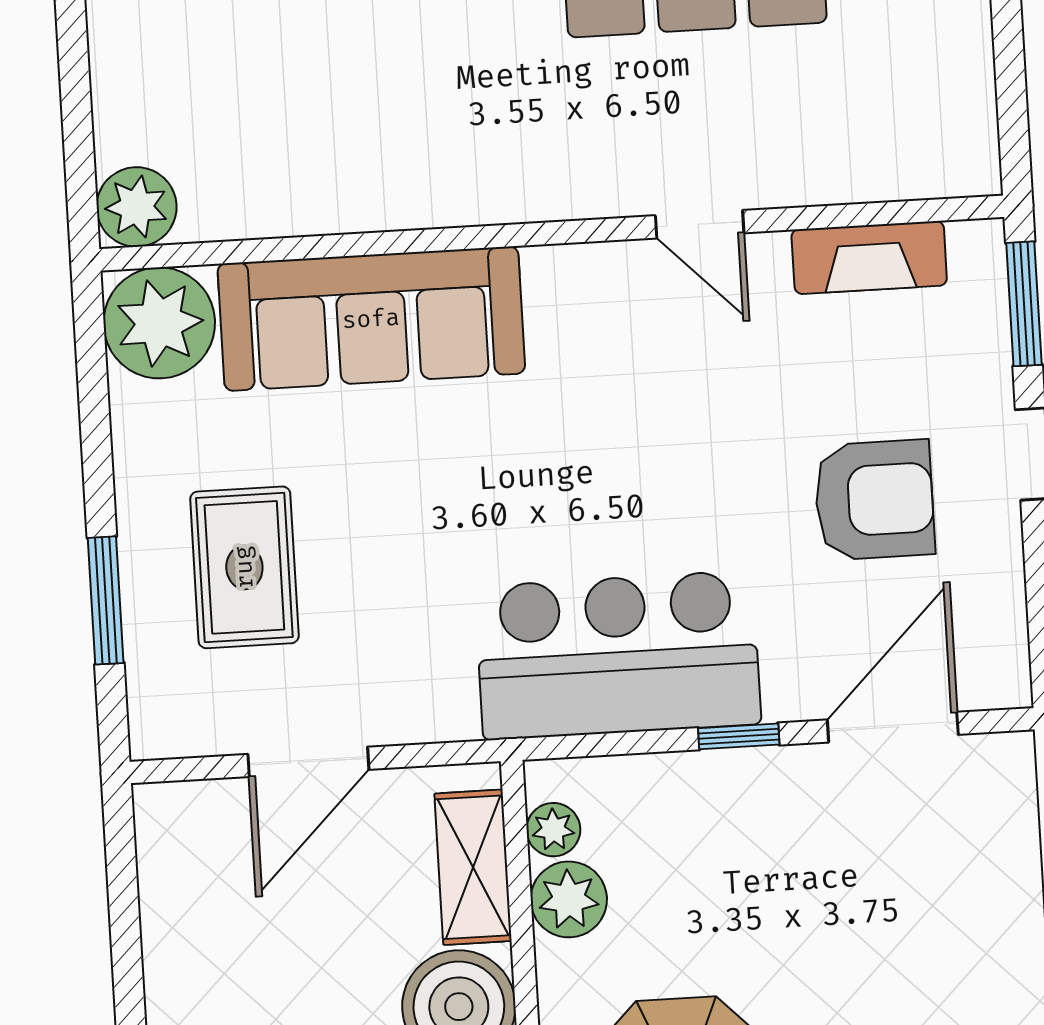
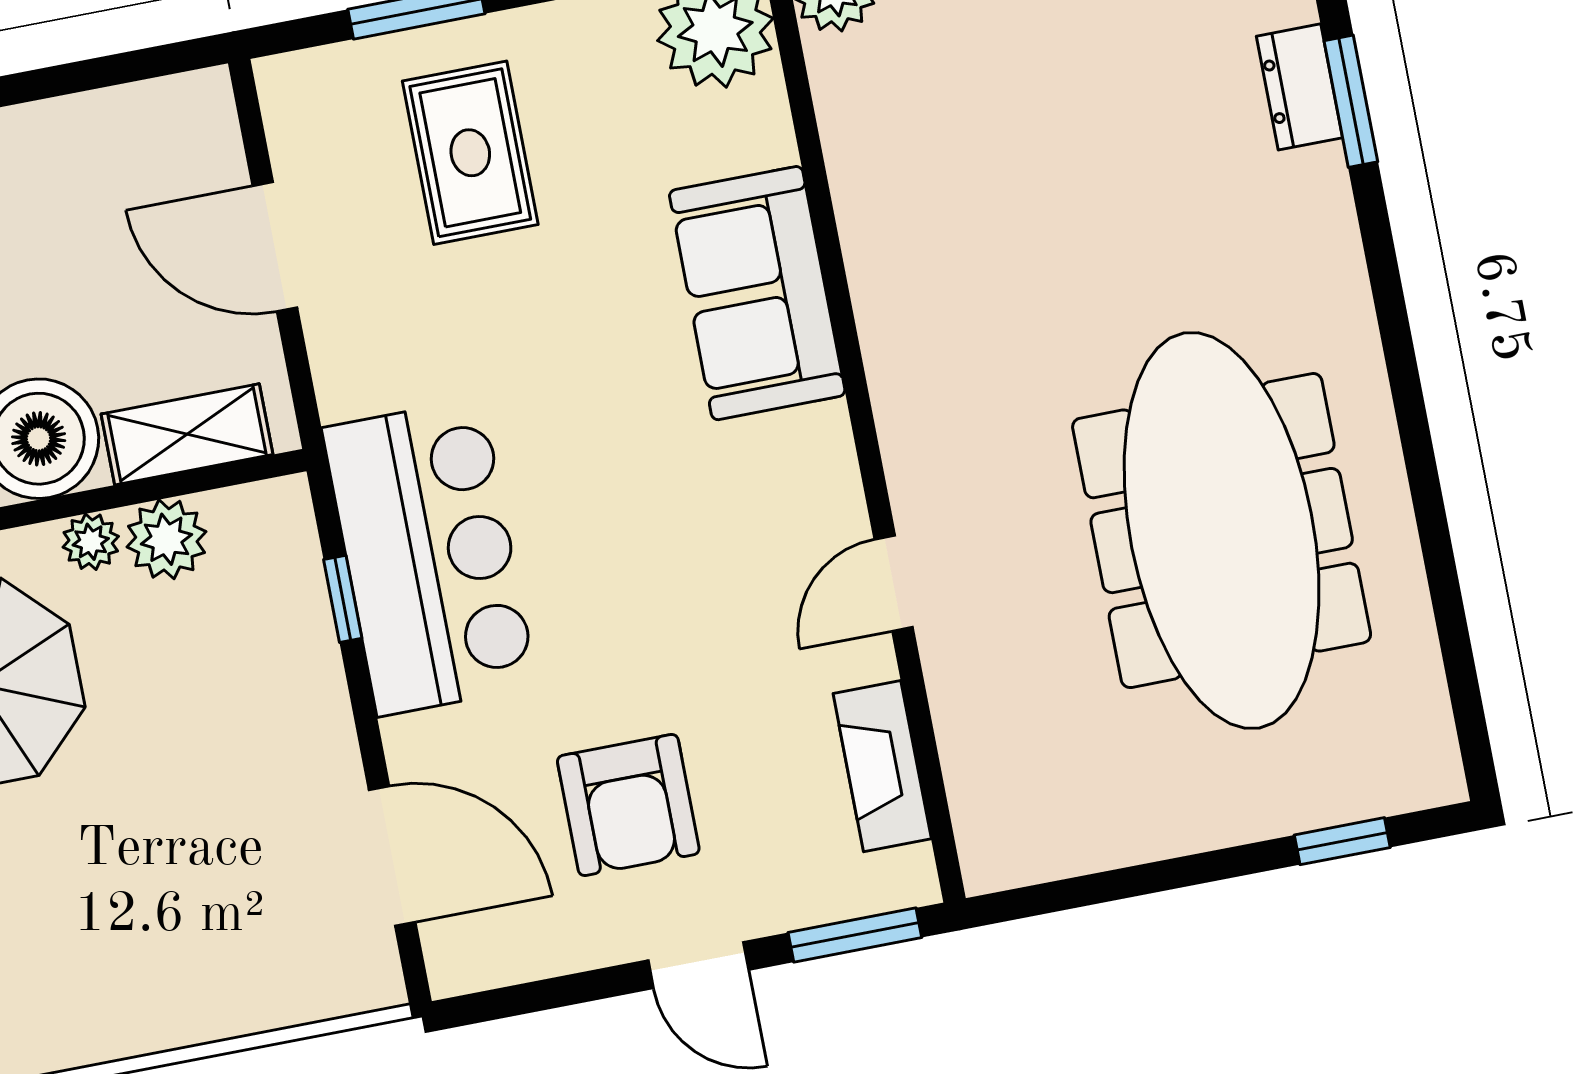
sofa: (371, 319) -> (757, 293), width x0.73
rug: (244, 567) -> (470, 153), turned 90
window: (739, 736) -> (343, 599), moved
plant: (553, 830) -> (91, 542), moved

